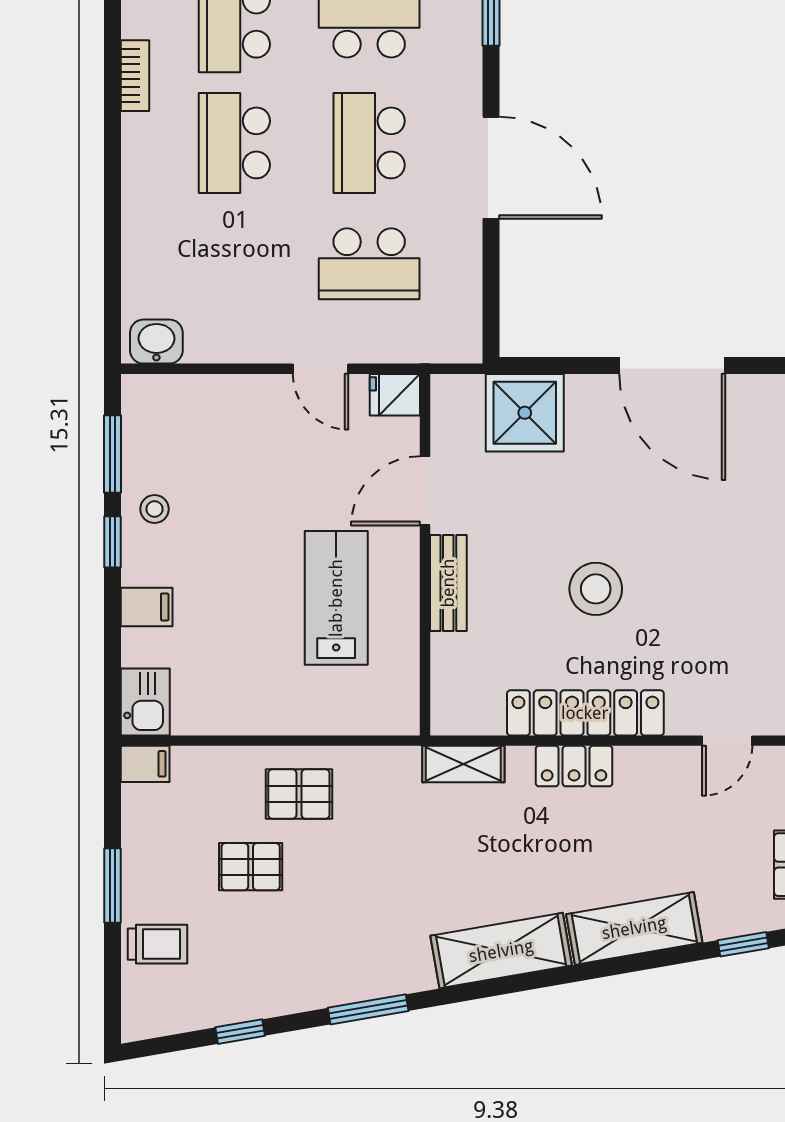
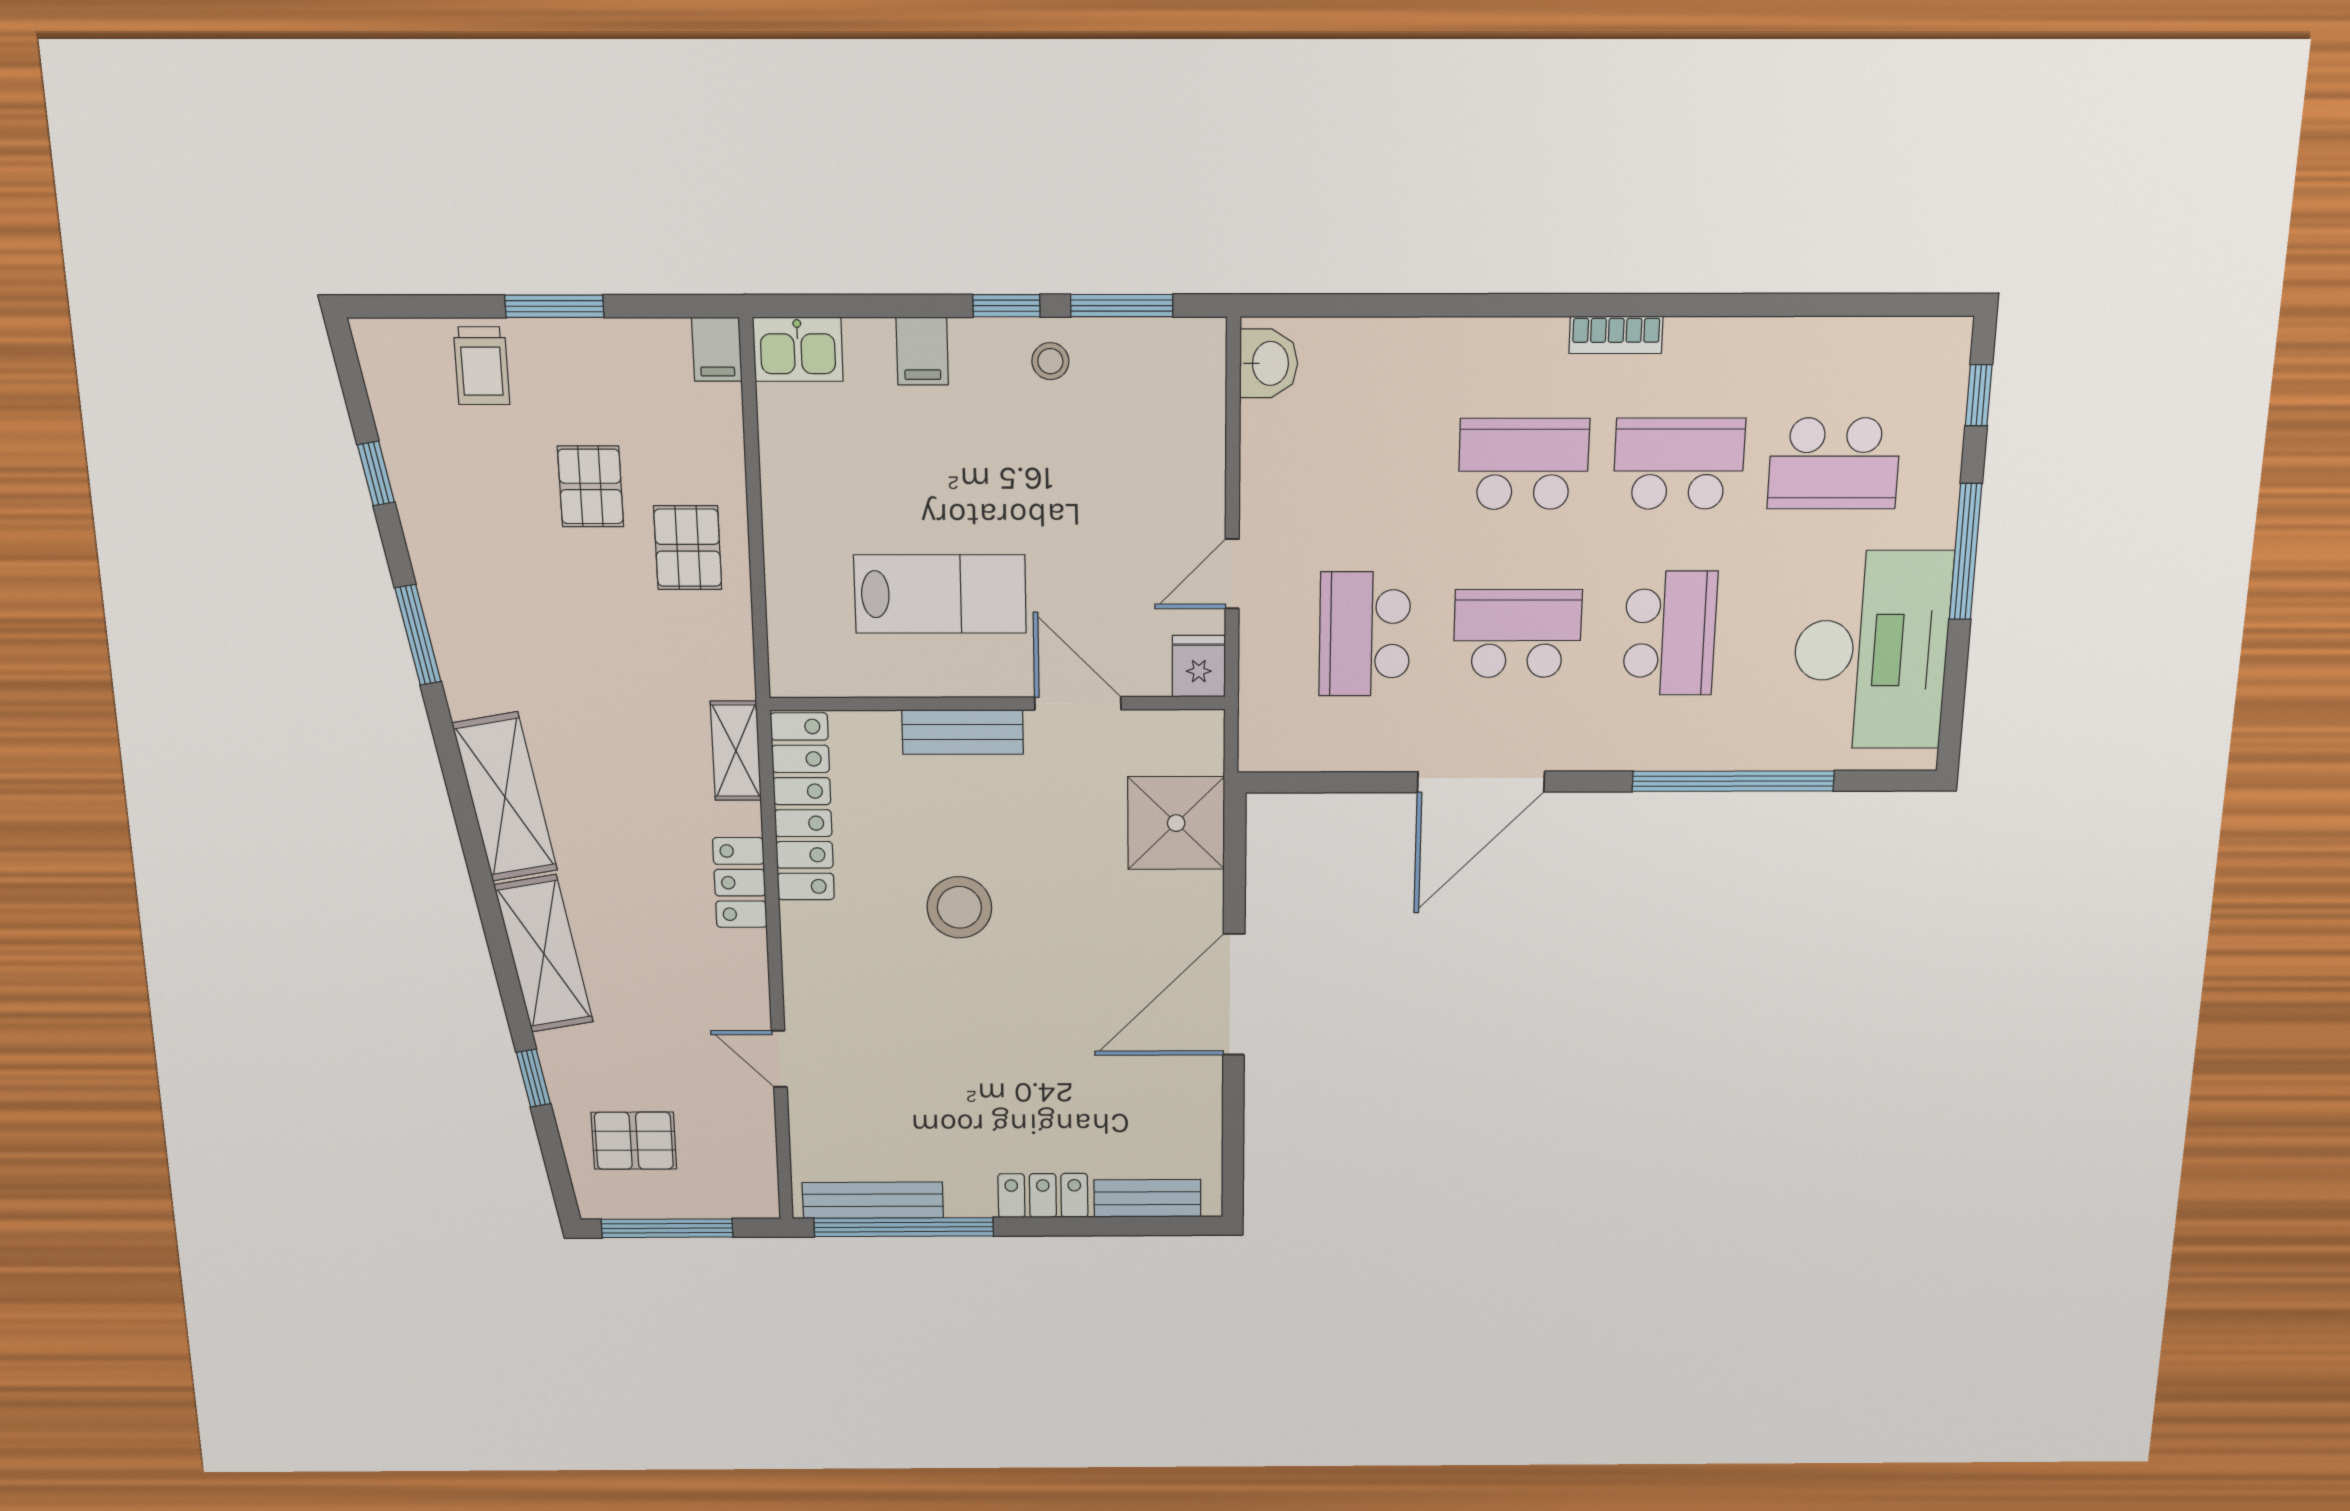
locker: (585, 713) -> (802, 807), moved

